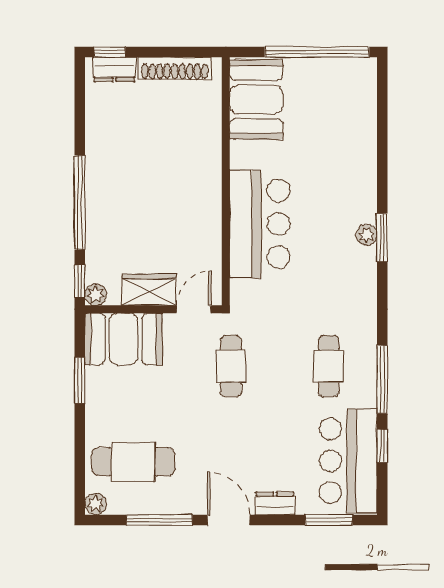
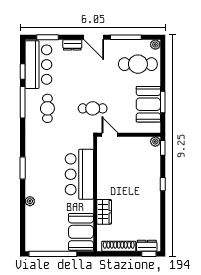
window: (80, 203) -> (163, 184), width x0.32
plant: (367, 235) -> (30, 201), moved
wardrobe: (149, 290) -> (104, 212), moved, turned -90
door: (194, 309) -> (110, 135), swing flipped
booth: (124, 339) -> (148, 104), moved, turned 90
cafe table: (231, 366) -> (93, 108), turned 90

